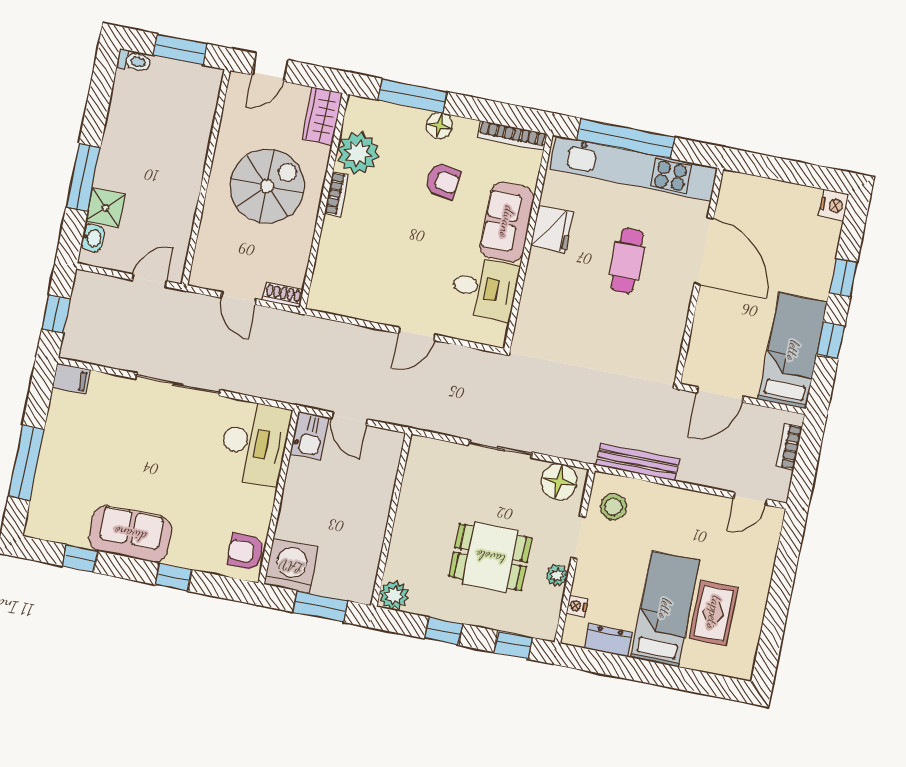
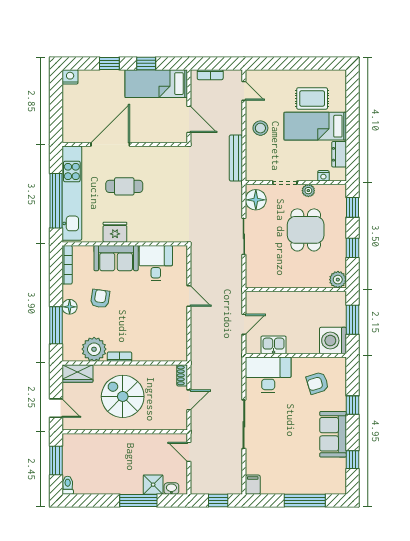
kitchen sink: (309, 436) -> (274, 345), moved
stool: (614, 507) -> (260, 128), moved
armchair: (246, 552) -> (317, 383), moved, turned 73

